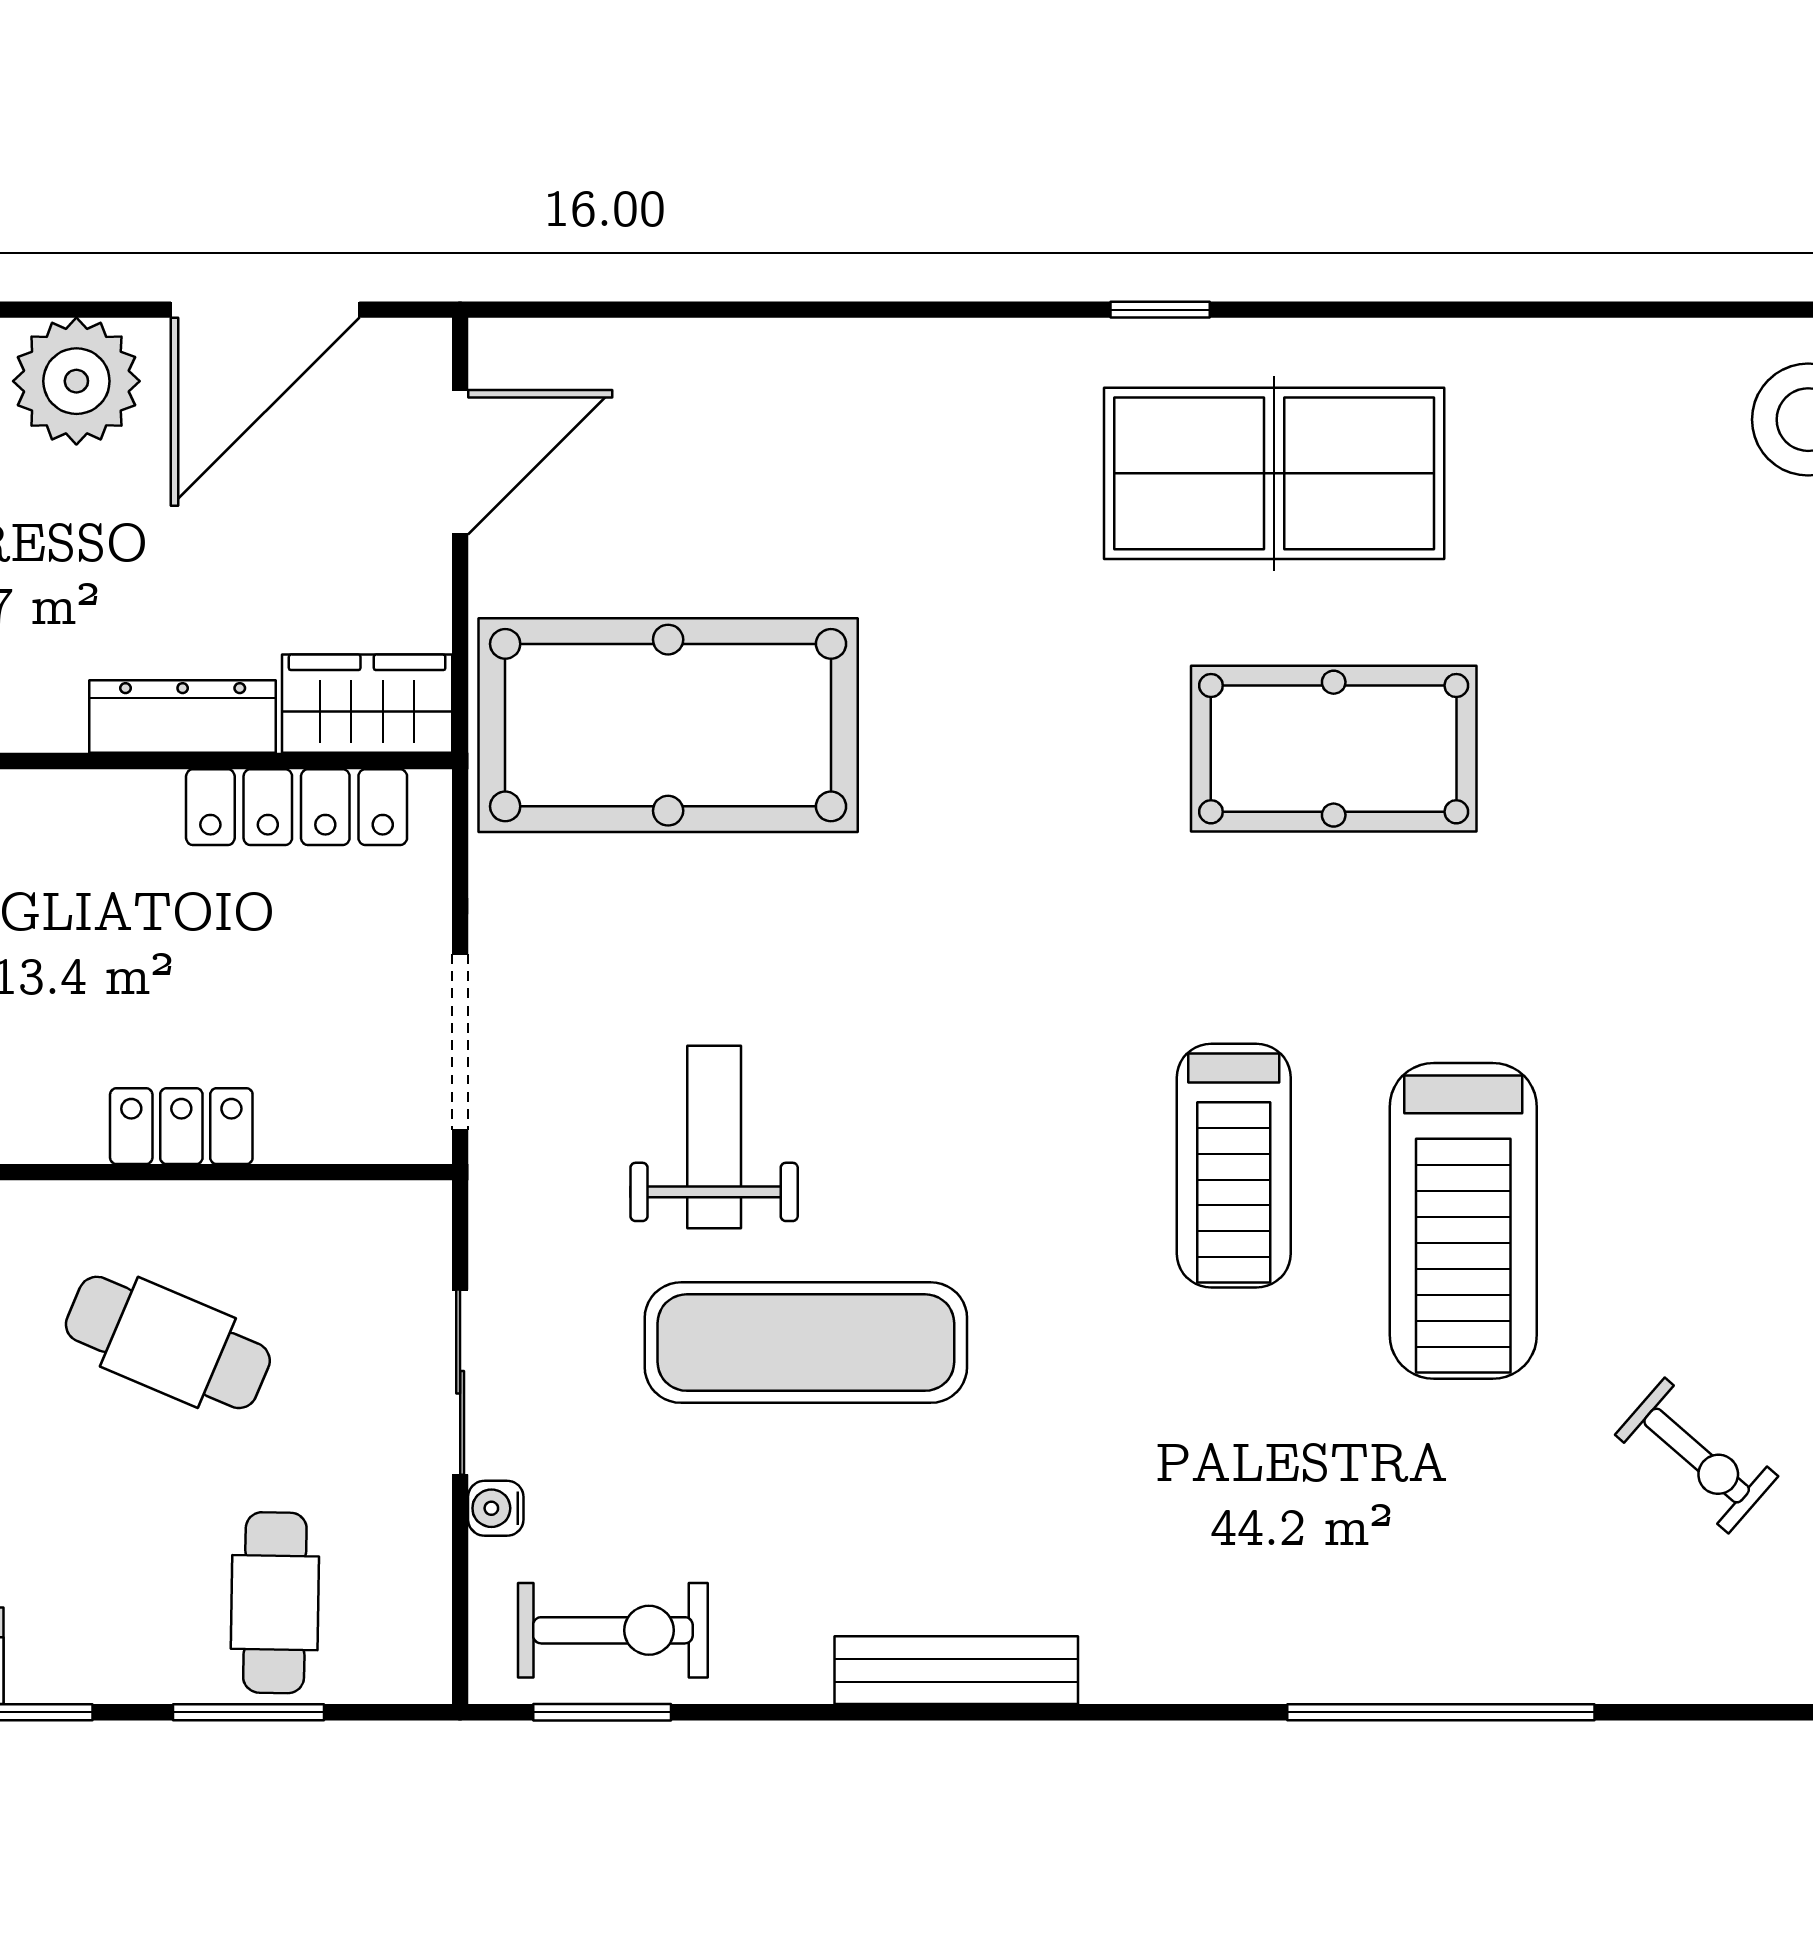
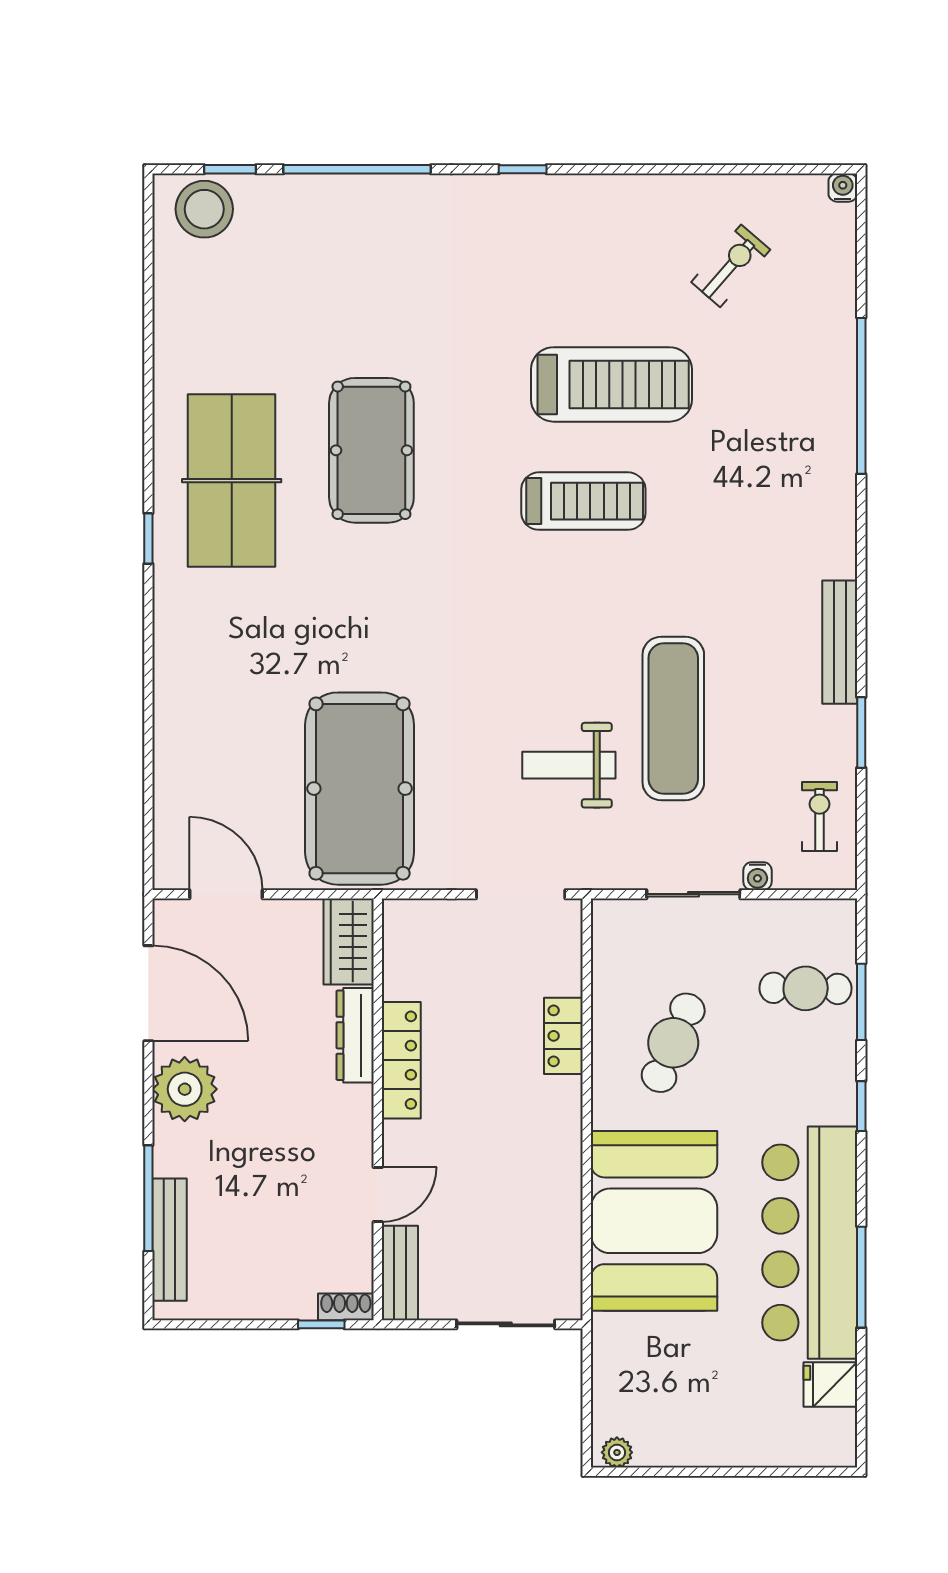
locker: (297, 807) -> (401, 1060), moved
exercise bike: (613, 1630) -> (820, 817), width x0.73, depth x0.72
window: (602, 1712) -> (861, 733), moved

